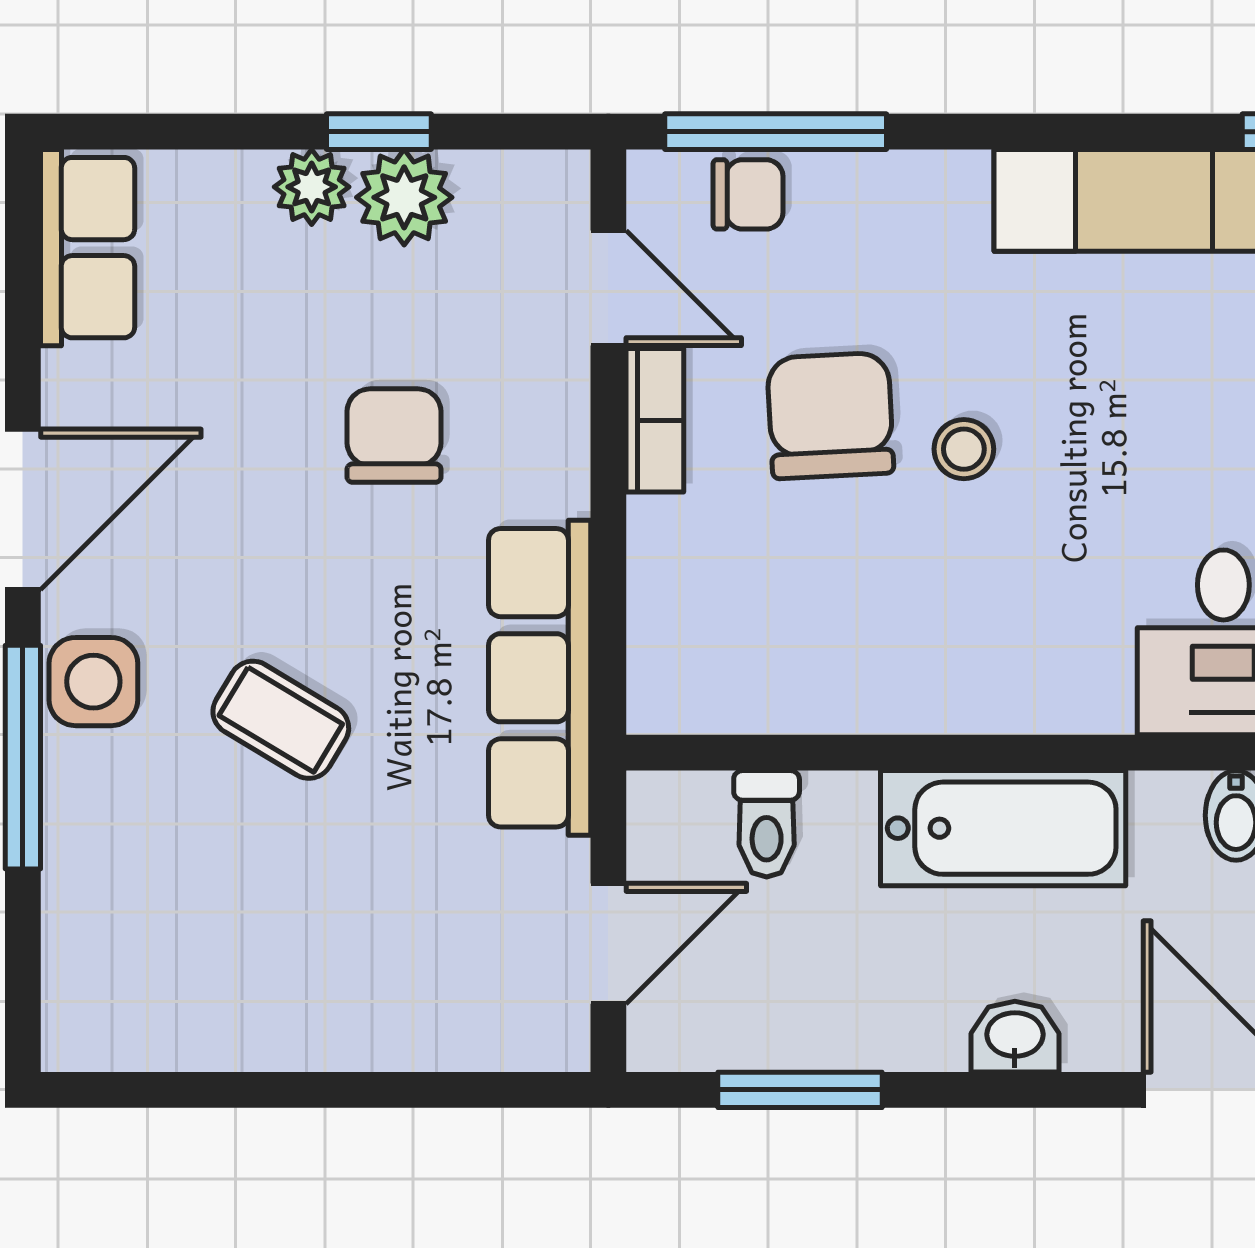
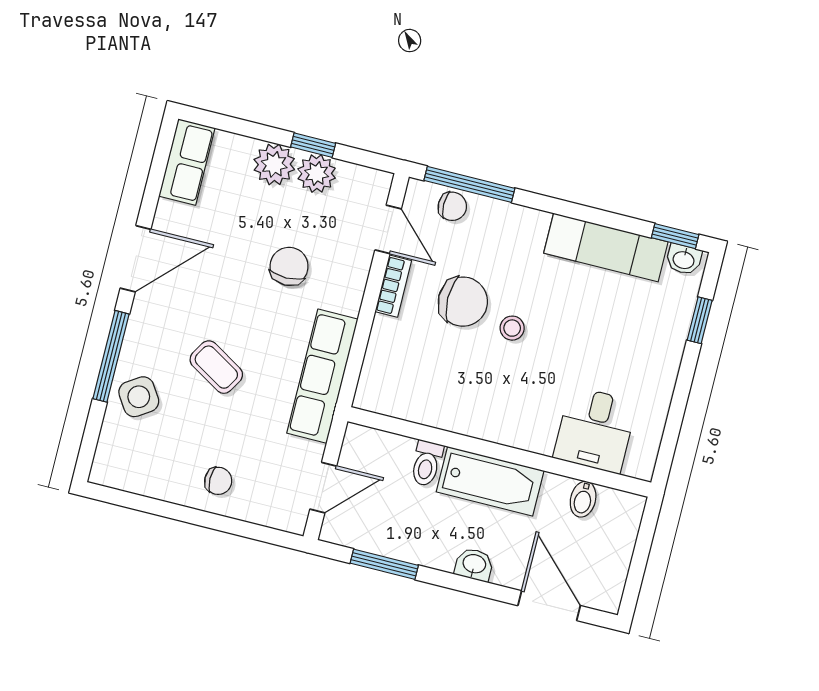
plant: (312, 187) -> (274, 164), width x1.38, depth x1.38
chair: (830, 416) -> (463, 302), turned 93
side table: (93, 682) -> (139, 397), moved, turned -33
toilet: (767, 824) -> (427, 463), moved
chair: (354, 990) -> (218, 481), added

